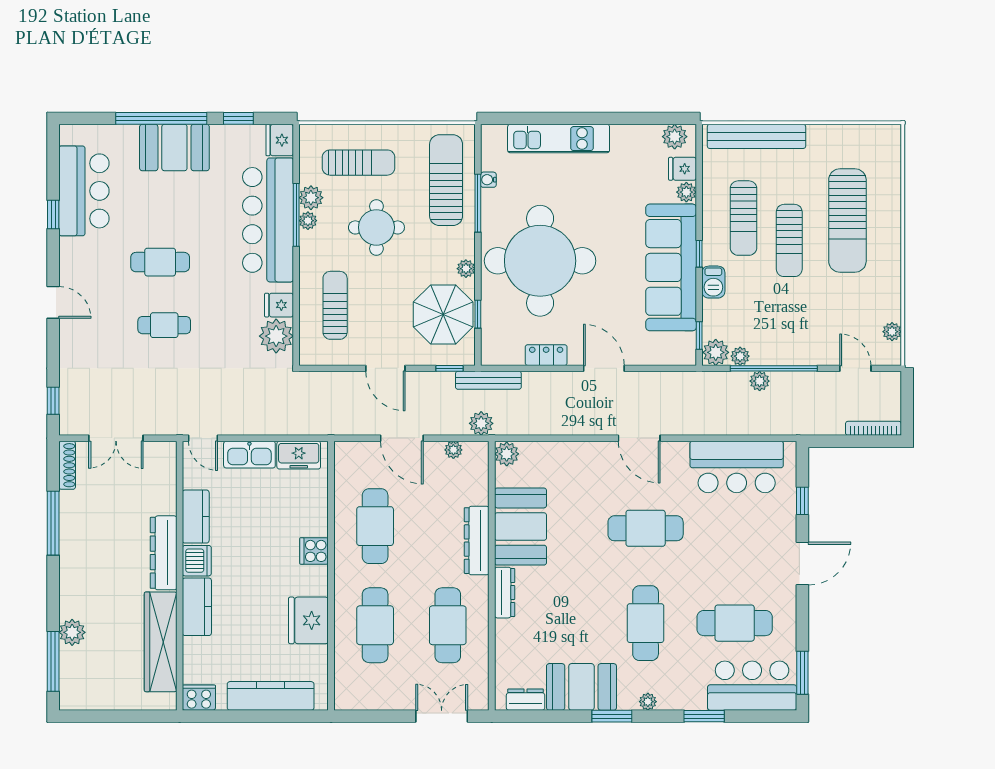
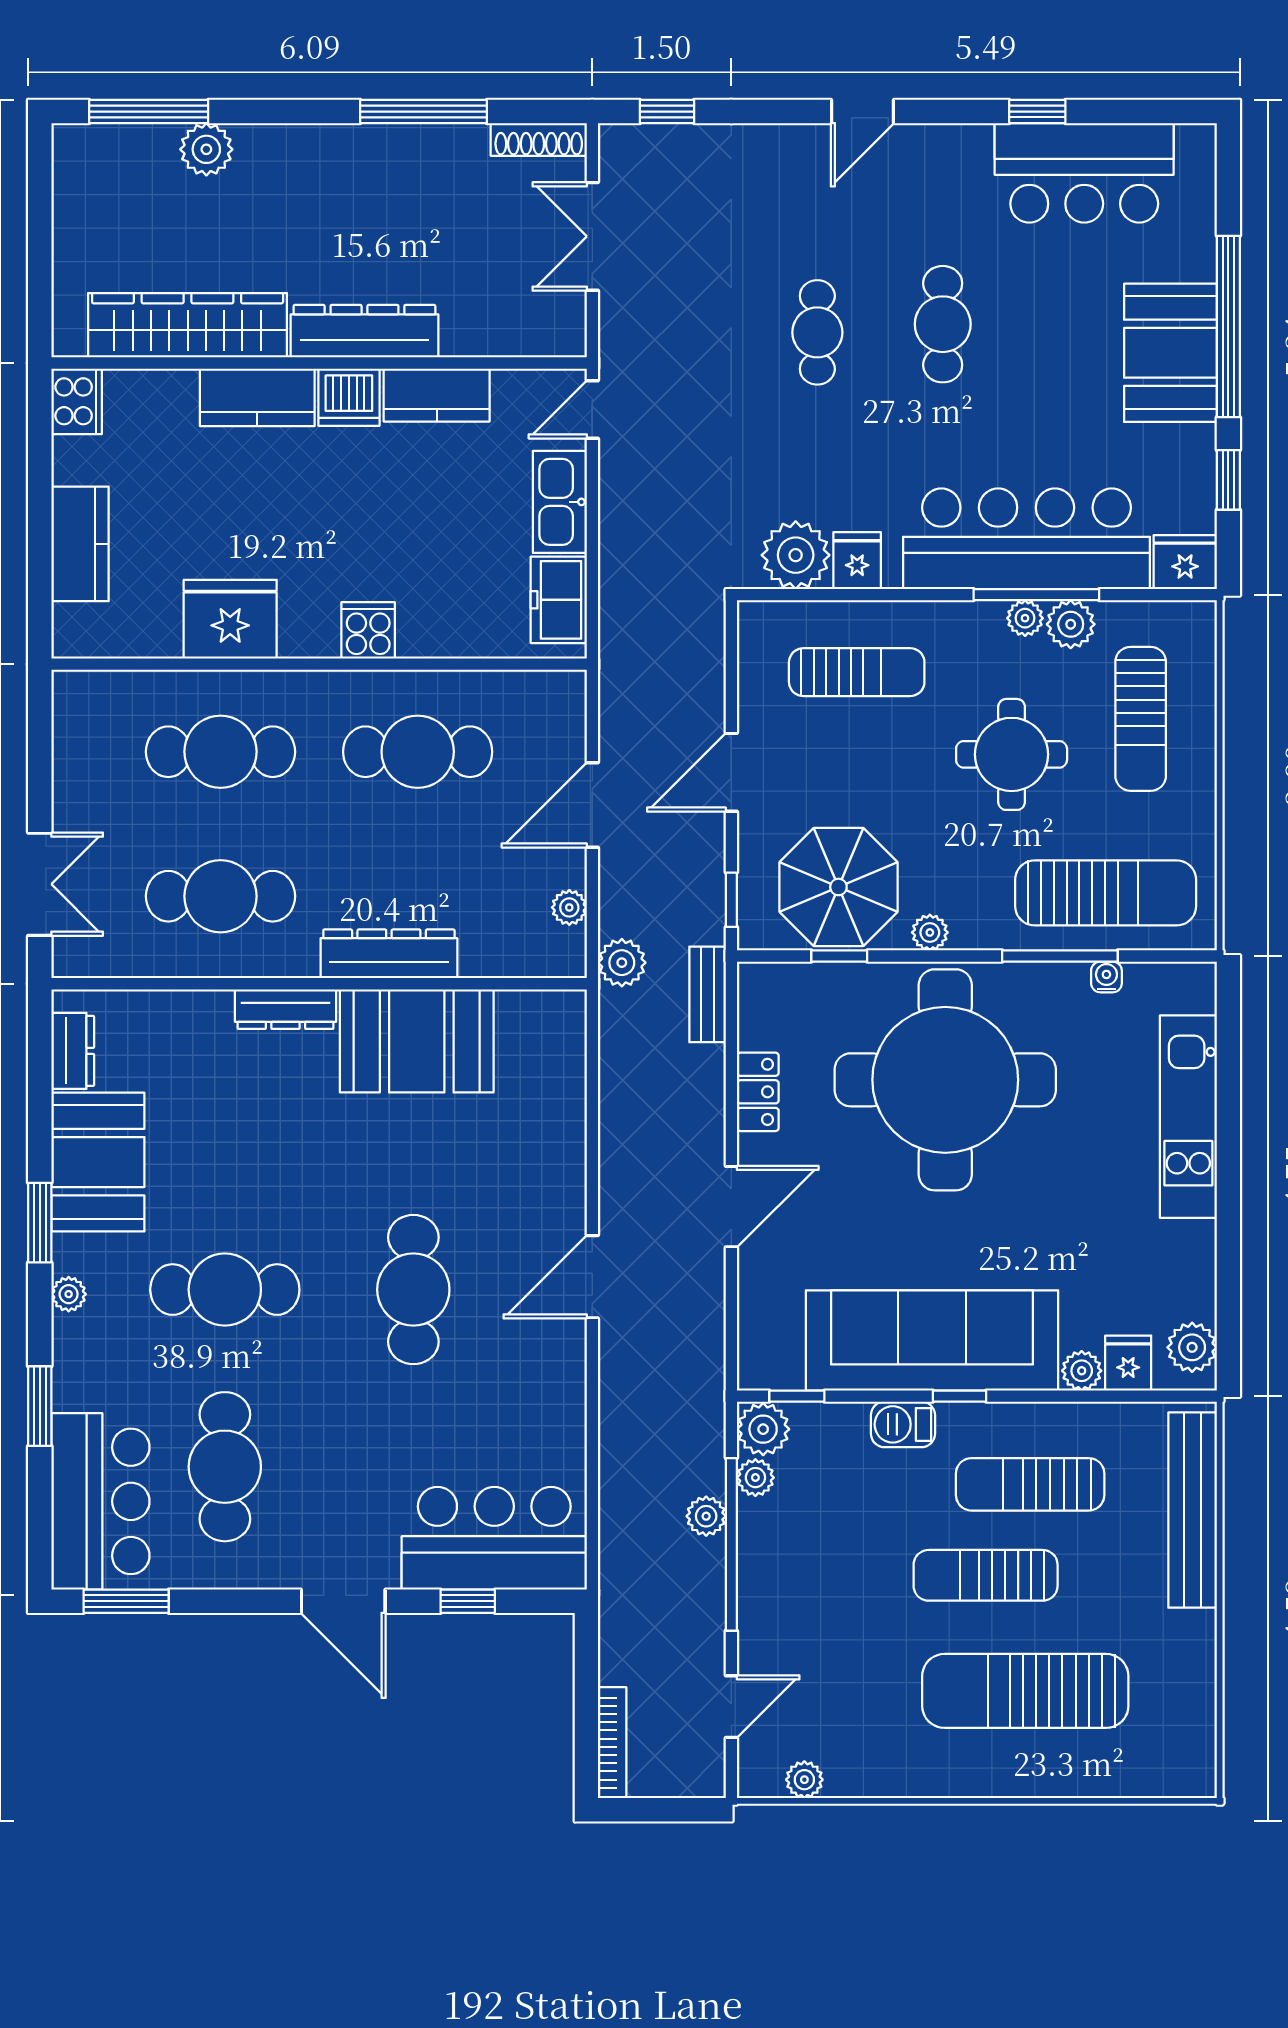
bench: (488, 380) -> (708, 994), width x0.73
plant: (507, 454) -> (561, 1013), removed
bar counter: (737, 467) -> (494, 1538), moved, turned 90
kitchen counter: (271, 696) -> (80, 544), width x0.67

